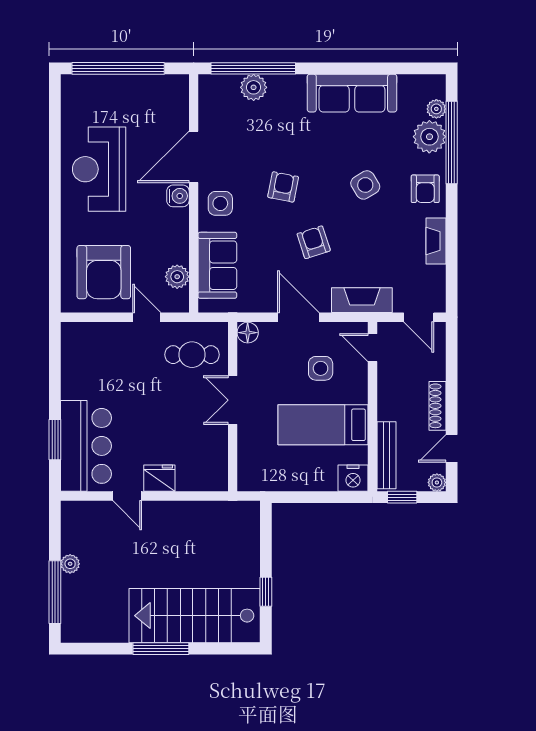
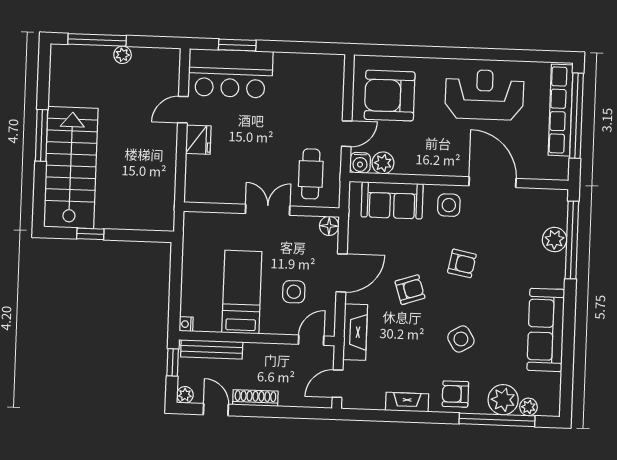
row of seats: (113, 86) -> (561, 110), added
water cooler: (178, 196) -> (360, 163), moved
nightstand: (353, 478) -> (186, 324), width x0.53, depth x0.56

